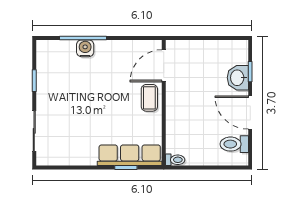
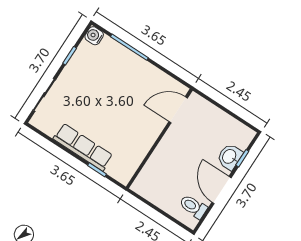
water cooler: (85, 48) -> (94, 36), moved, turned -90
coffee table: (149, 98) -> (151, 127), removed
row of seats: (130, 155) -> (83, 147), moved
toilet: (175, 160) -> (139, 189), removed

